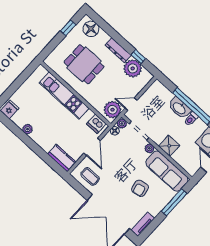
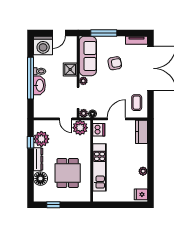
floor lamp: (91, 29) -> (40, 179), moved

